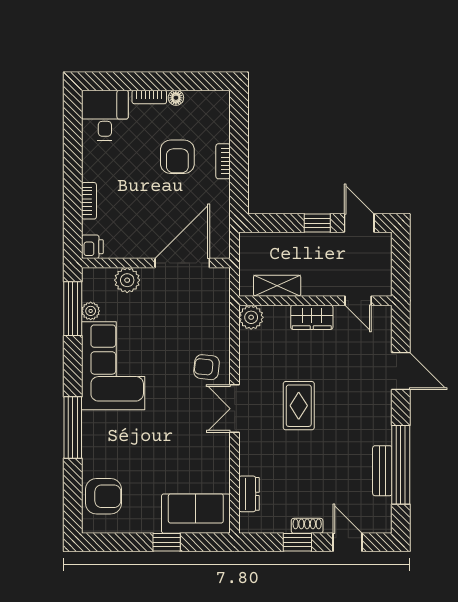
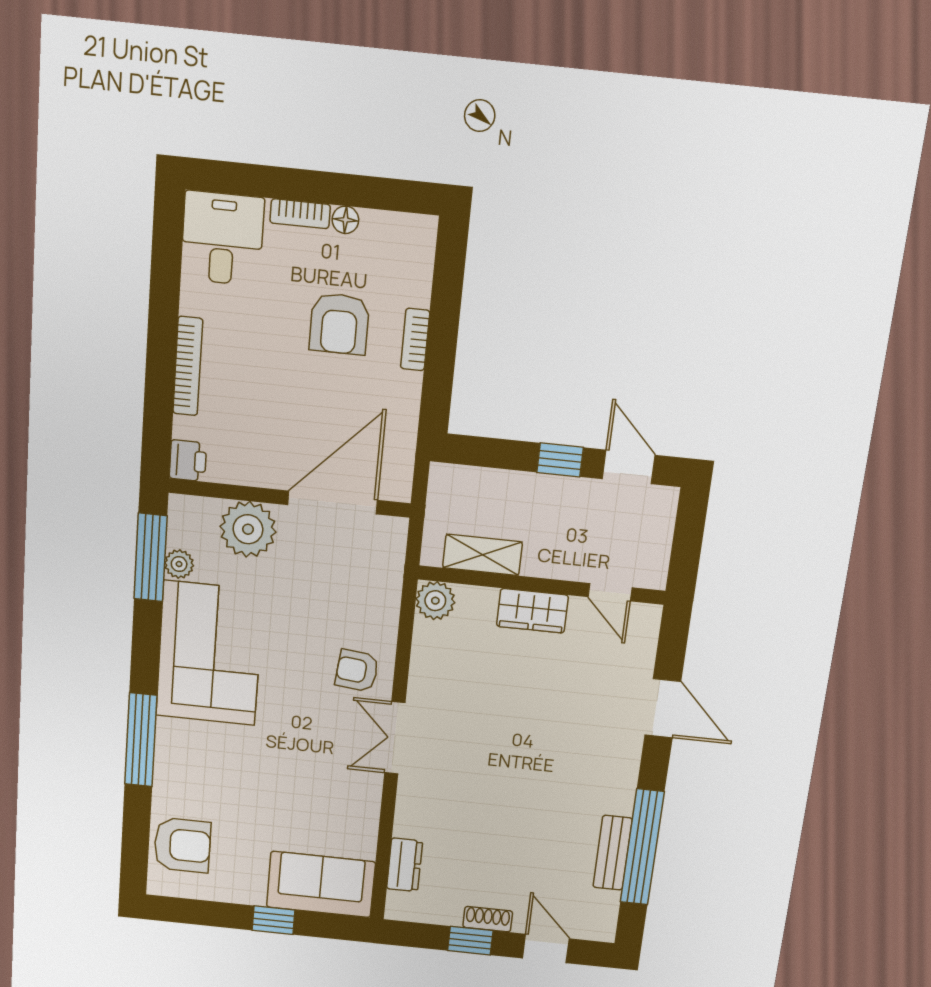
bookcase: (89, 201) -> (188, 366), width x1.56
plant: (127, 280) -> (248, 529), width x1.36, depth x1.36
rug: (299, 406) -> (496, 744), removed

